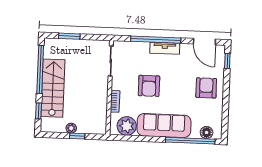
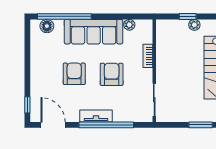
armchair: (206, 88) -> (74, 74), moved, turned 180
plant: (127, 126) -> (129, 25), width x0.53, depth x0.53

